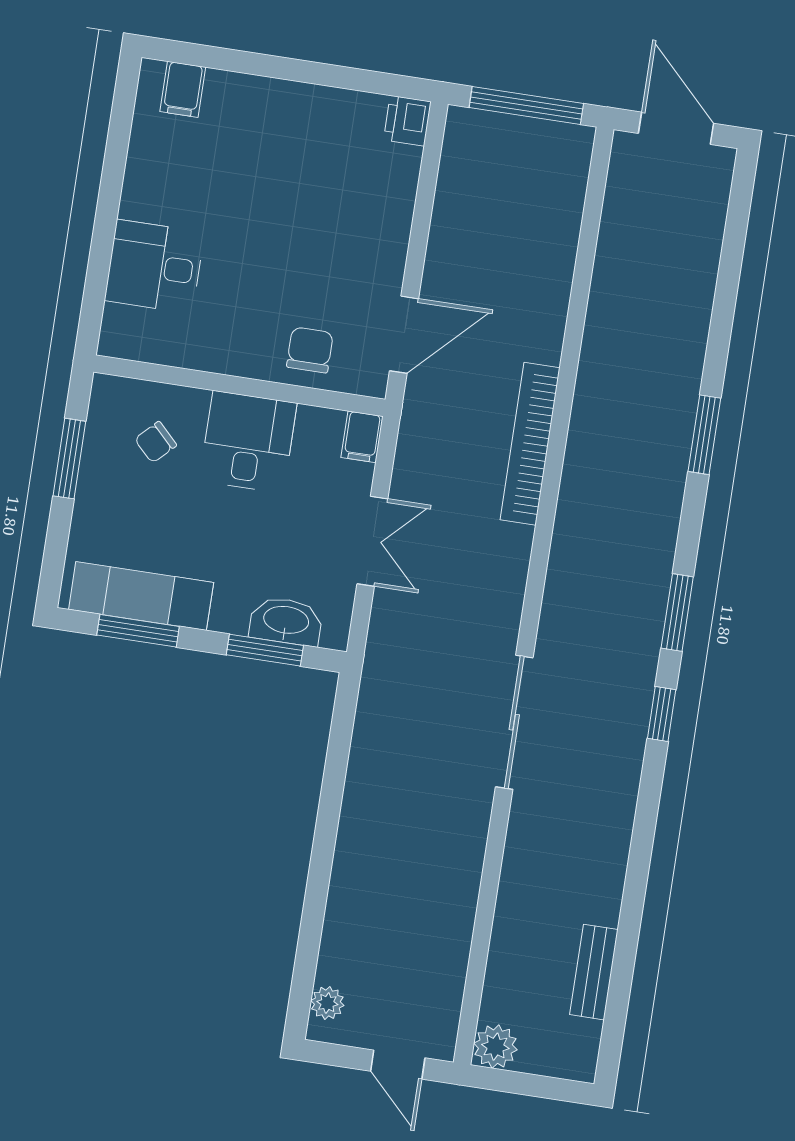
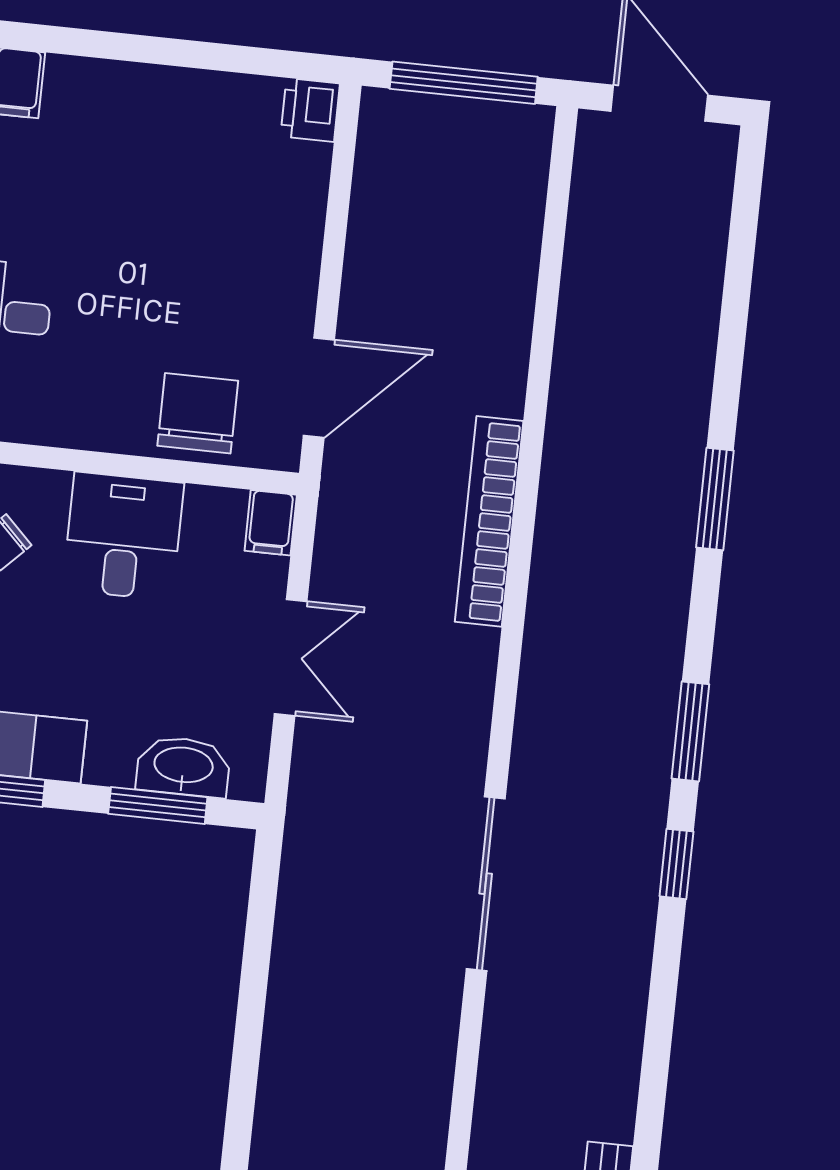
chair: (310, 350) -> (198, 413), width x1.37, depth x1.37

